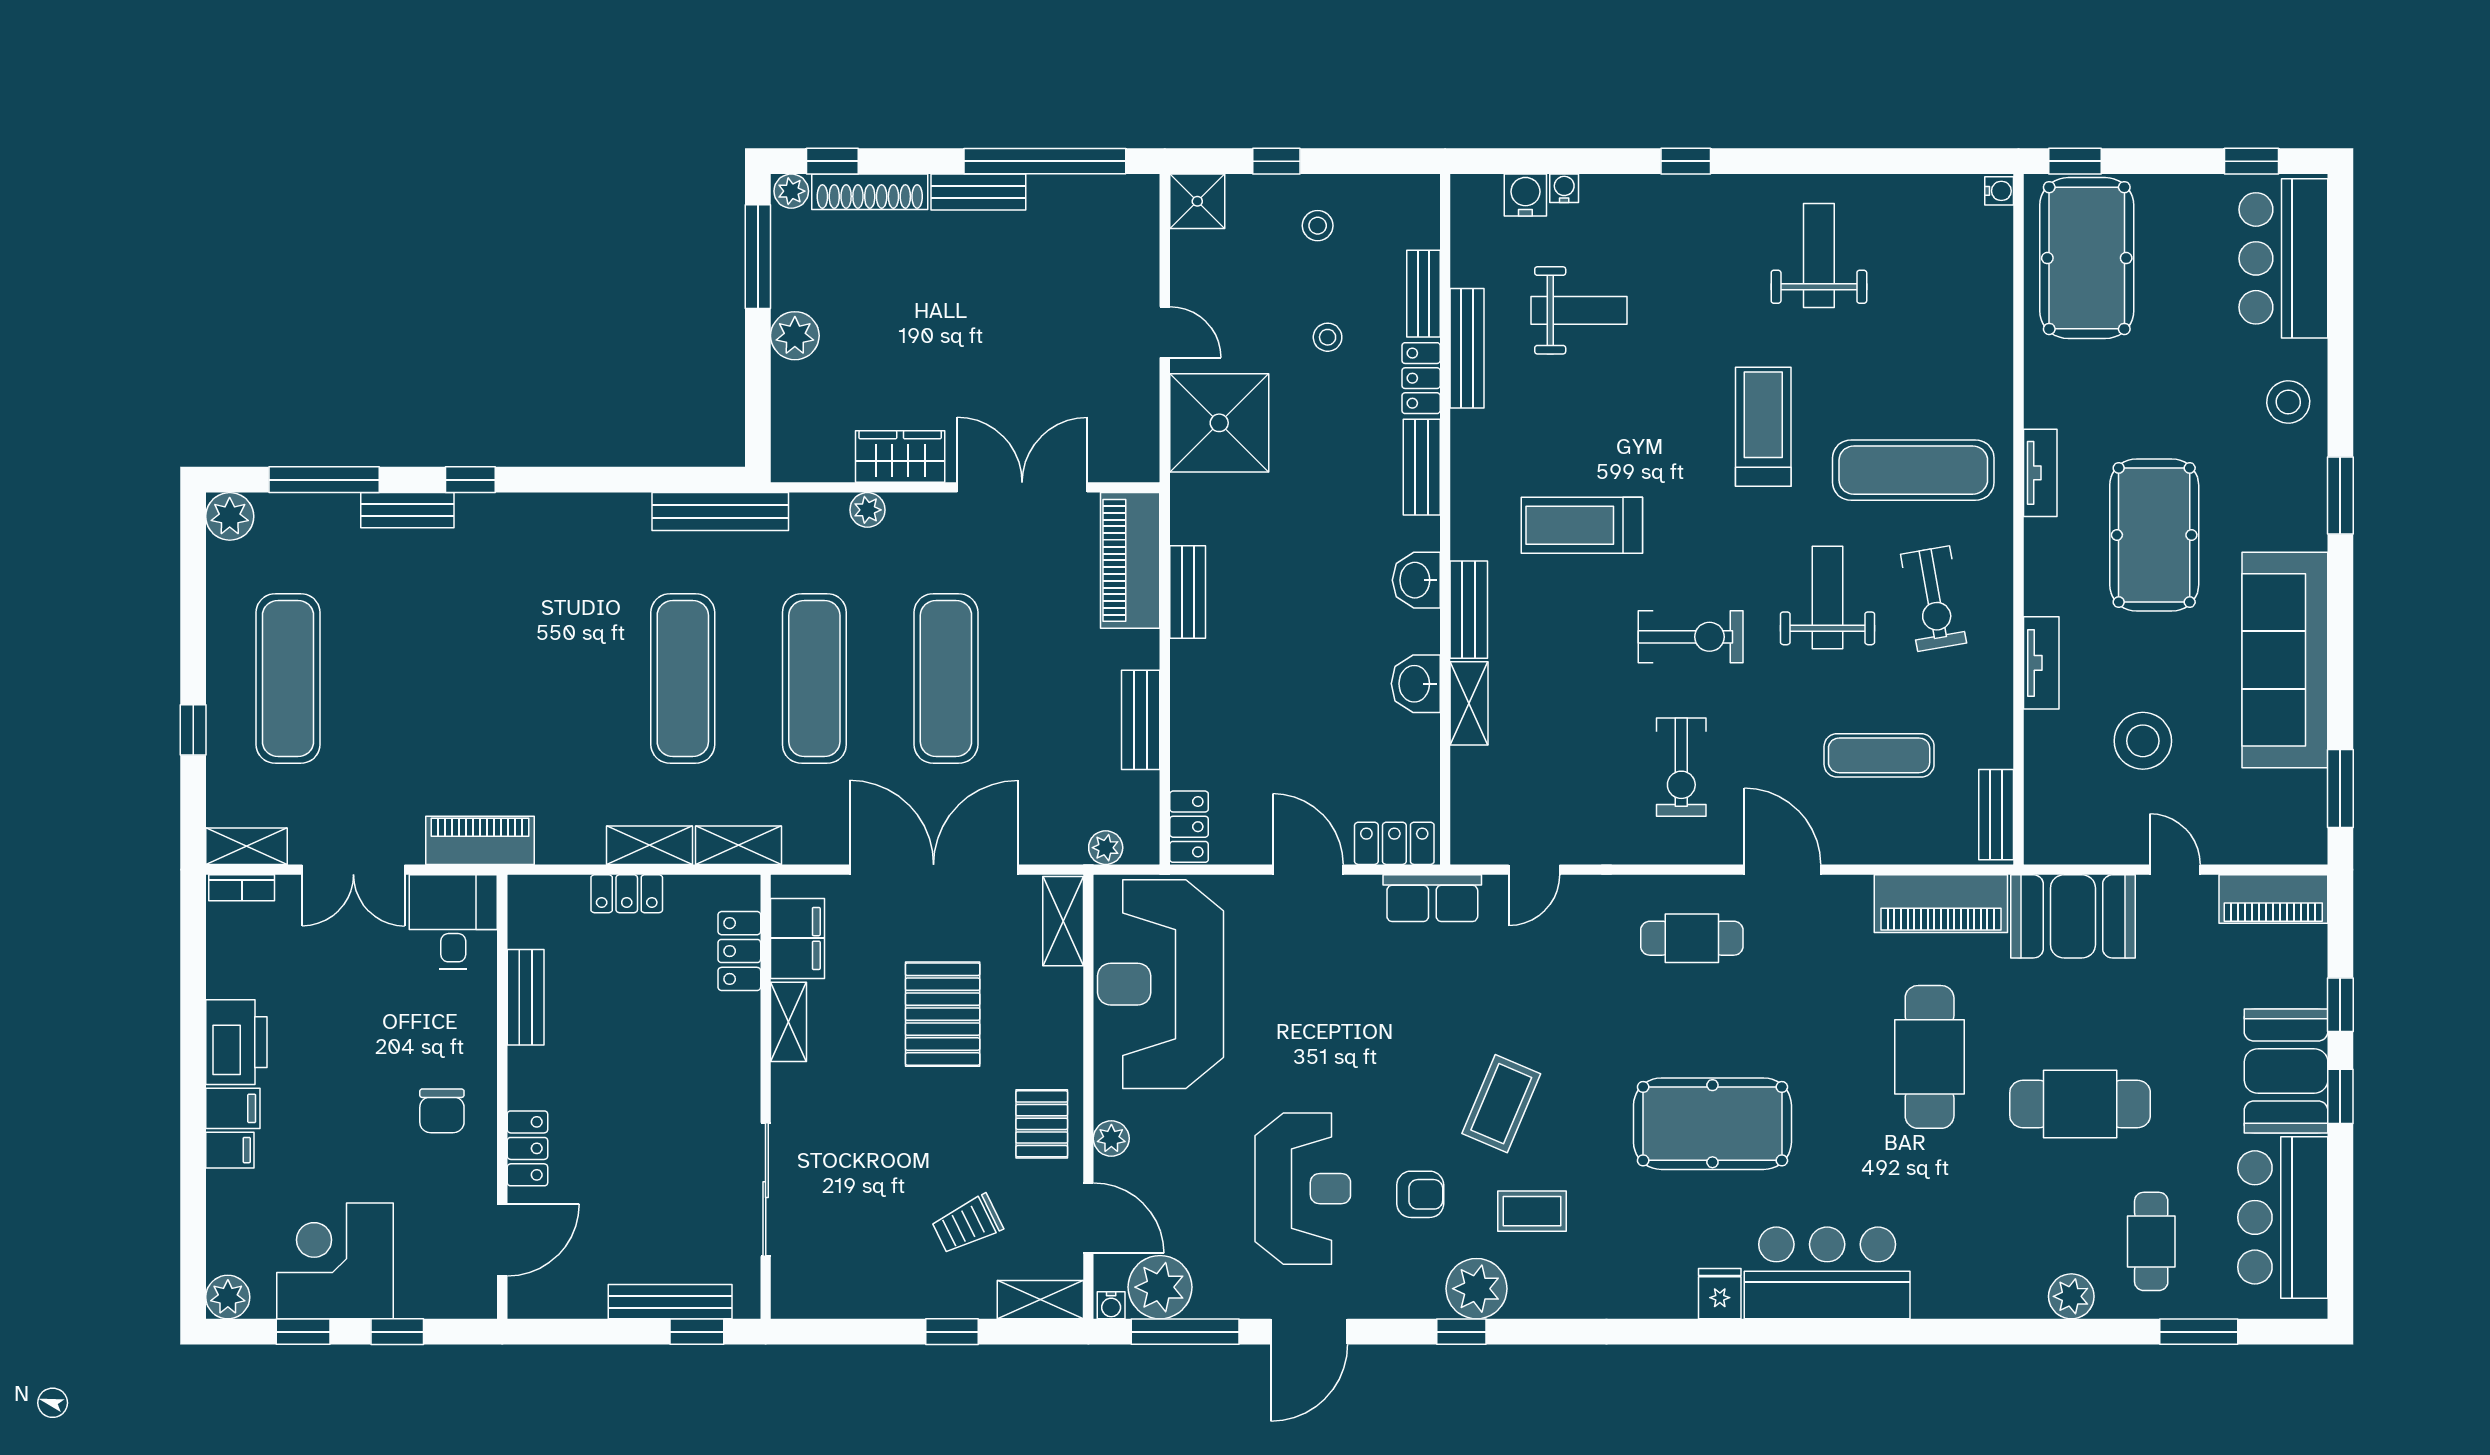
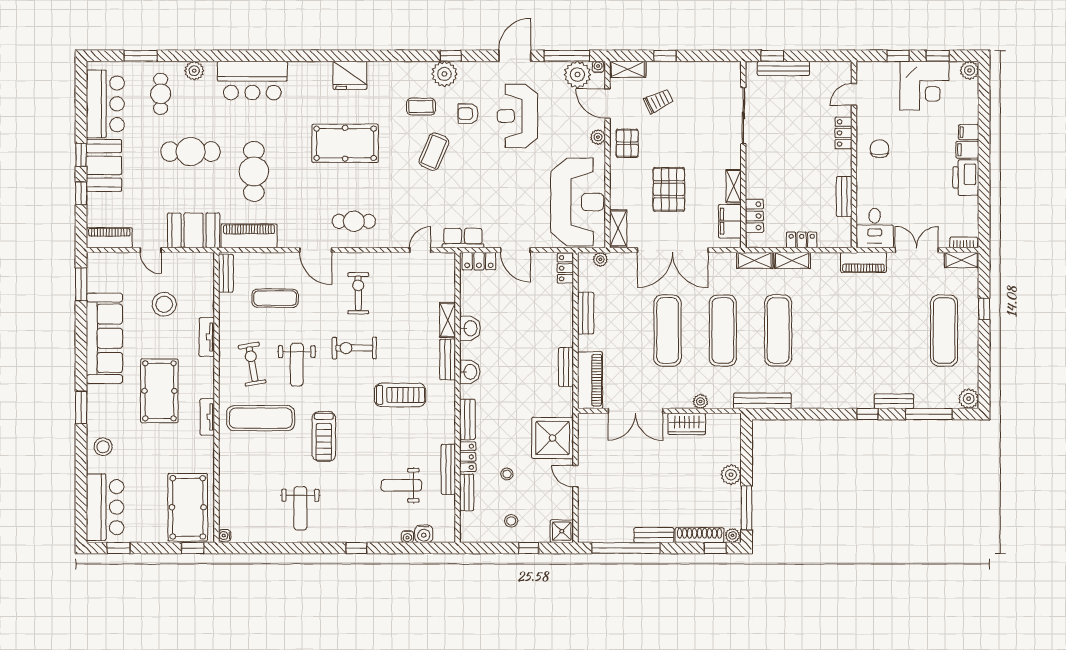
door: (502, 1240) -> (854, 94), width x0.73
bar counter: (1827, 1273) -> (252, 81), moved
fridge: (1720, 1294) -> (350, 75), width x1.88, depth x1.34

